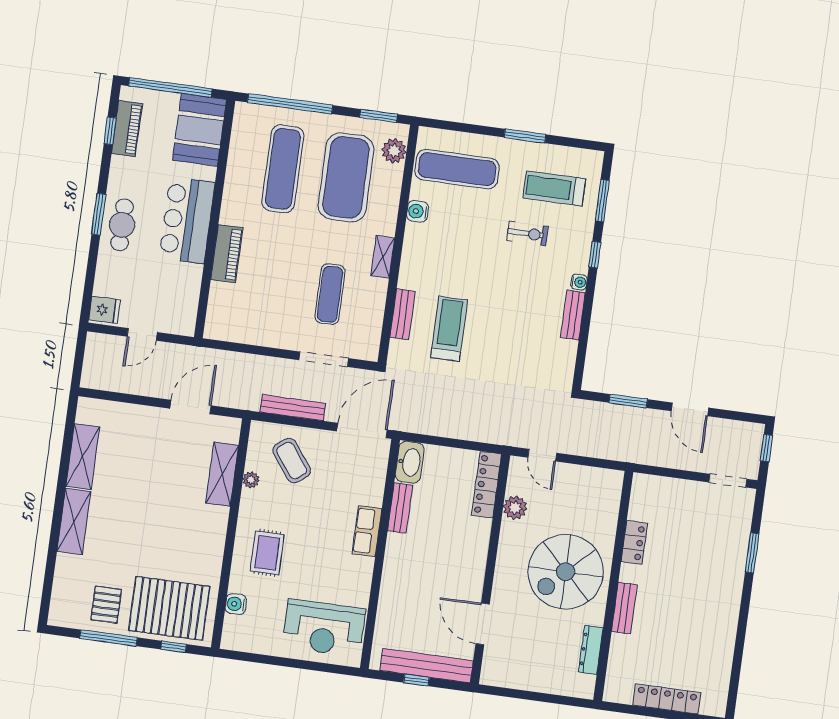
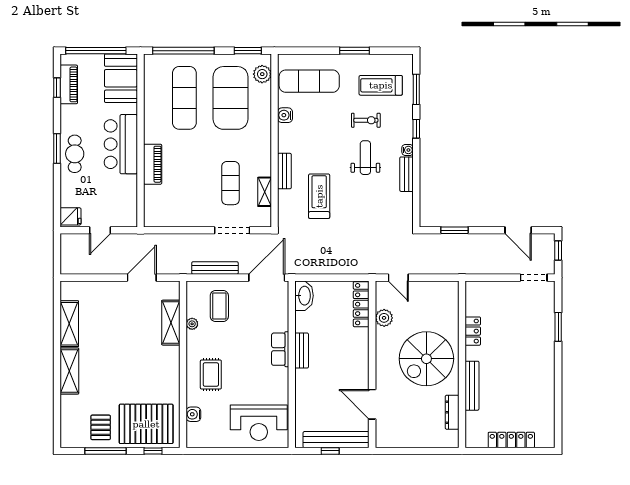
shelving: (383, 257) -> (265, 192), moved
weight bench: (520, 285) -> (365, 158), added
bench: (403, 314) -> (284, 171), moved
door: (690, 409) -> (518, 230), moved
coffee table: (292, 461) -> (219, 306), turned 37
bench: (400, 508) -> (302, 351), moved
bench: (624, 608) -> (472, 386), width x1.36

